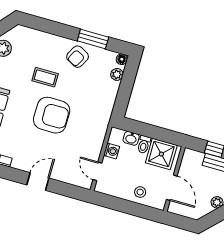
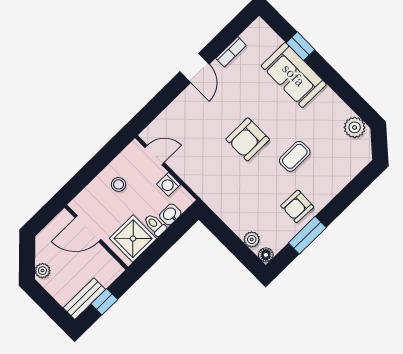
armchair: (78, 57) -> (297, 206), turned -116
armchair: (52, 115) -> (248, 139), width x0.73, depth x0.73
door: (38, 182) -> (195, 68), moved
stool: (140, 192) -> (119, 184), moved

